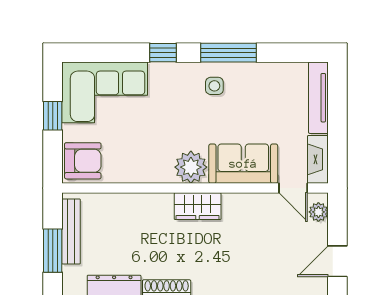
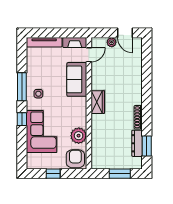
corner sofa: (105, 92) -> (42, 132), moved
plant: (191, 167) -> (79, 136), moved
plant: (318, 212) -> (112, 42), moved
bench: (71, 231) -> (110, 165), removed

